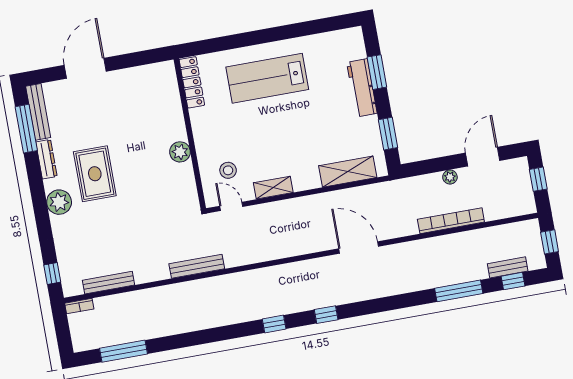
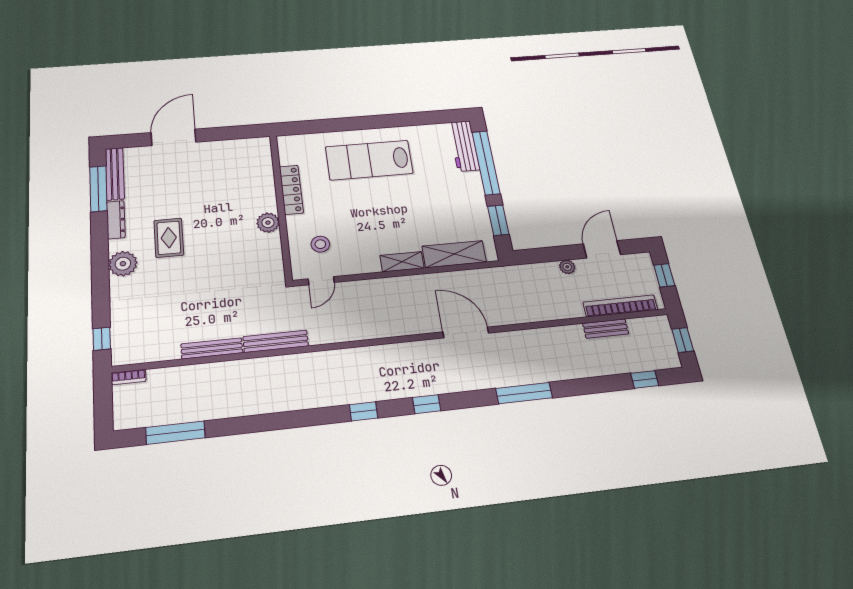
window: (377, 72) -> (486, 163), width x2.11
locker: (192, 82) -> (291, 190), moved
workbench: (362, 88) -> (464, 146), moved
rug: (95, 174) -> (169, 238), width x0.73, depth x0.70
shelving: (273, 188) -> (402, 262), moved
door: (231, 206) -> (321, 281), swing flipped
bookcase: (451, 221) -> (620, 306), moved
bench: (508, 267) -> (606, 329), moved
bench: (109, 283) -> (212, 348), moved
window: (459, 291) -> (524, 393), moved

